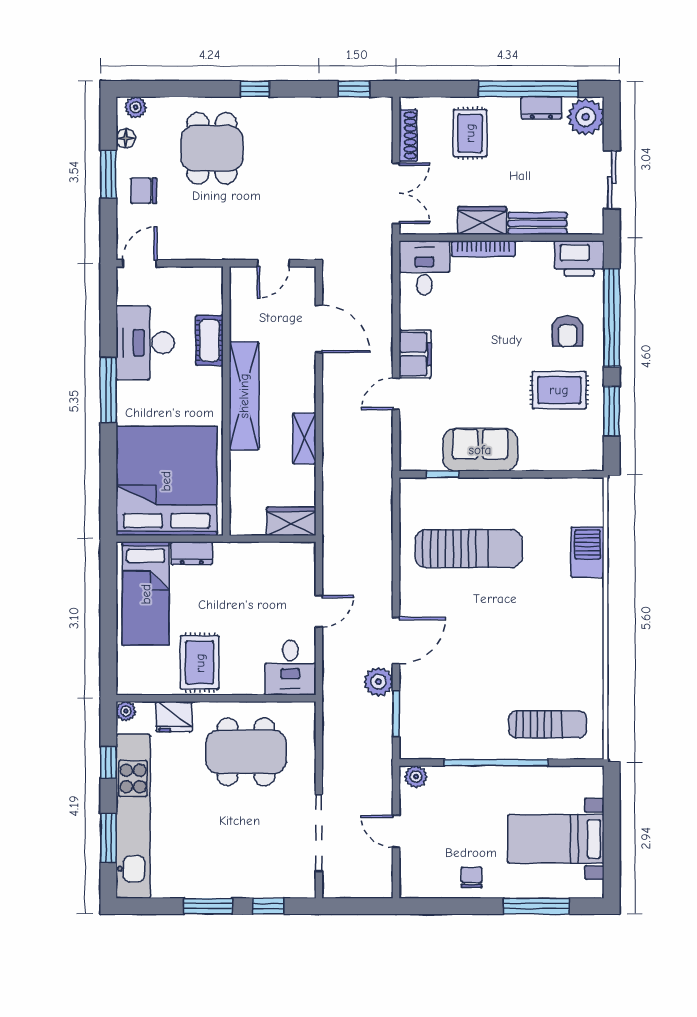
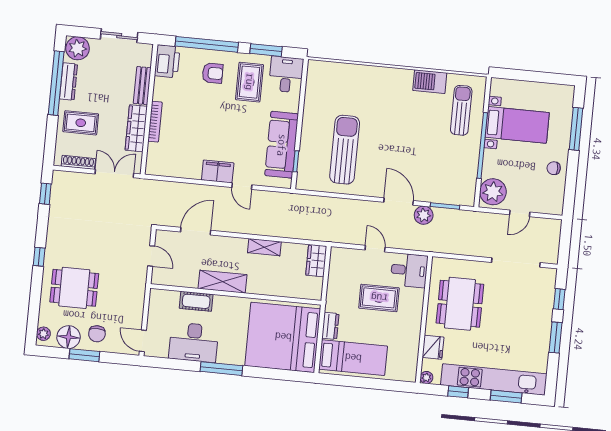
dresser: (541, 108) -> (69, 82), width x1.44
floor lamp: (126, 138) -> (69, 337), width x1.89, depth x1.89
wardrobe: (482, 221) -> (136, 128), width x1.50
desk: (424, 268) -> (286, 74), moved, turned 90
shelving: (244, 396) -> (223, 282), width x0.68
sofa: (480, 450) -> (282, 145), width x1.36
barbecue: (588, 552) -> (430, 82), moved
rug: (200, 663) -> (379, 298), moved
plant: (416, 777) -> (493, 192), width x1.87, depth x1.87
bed with nightstands: (556, 839) -> (517, 125), moved, turned -90

